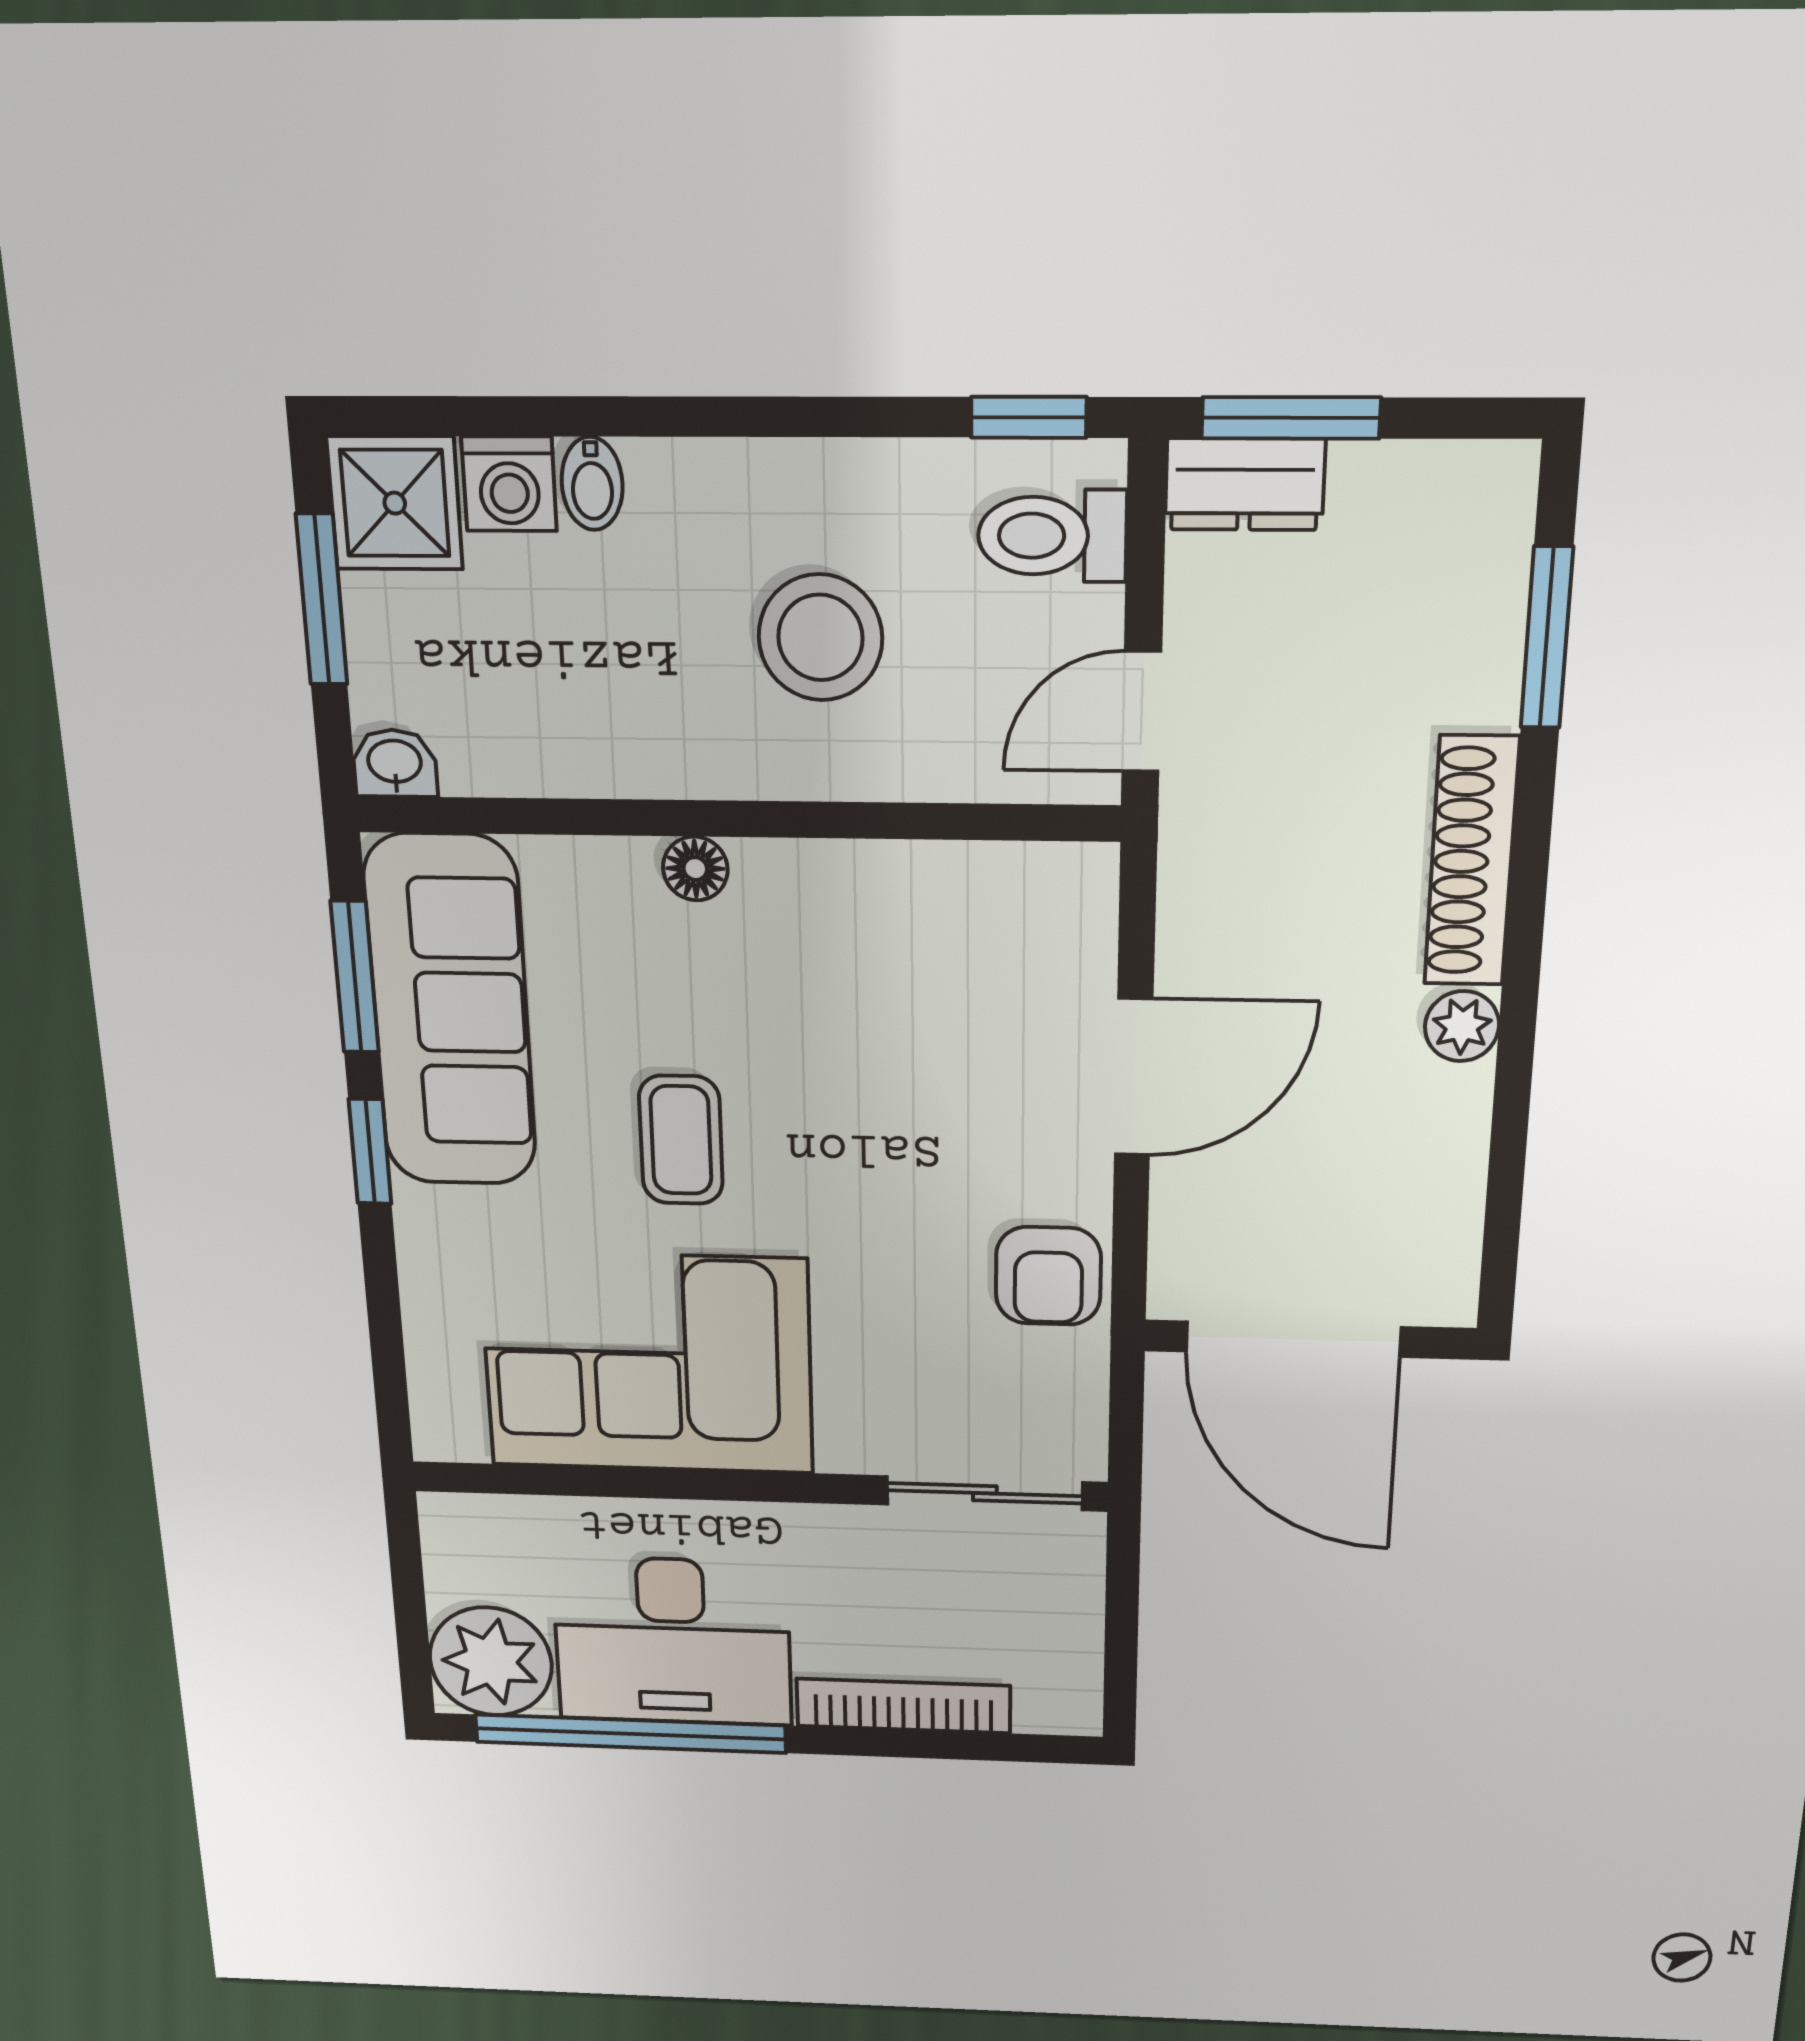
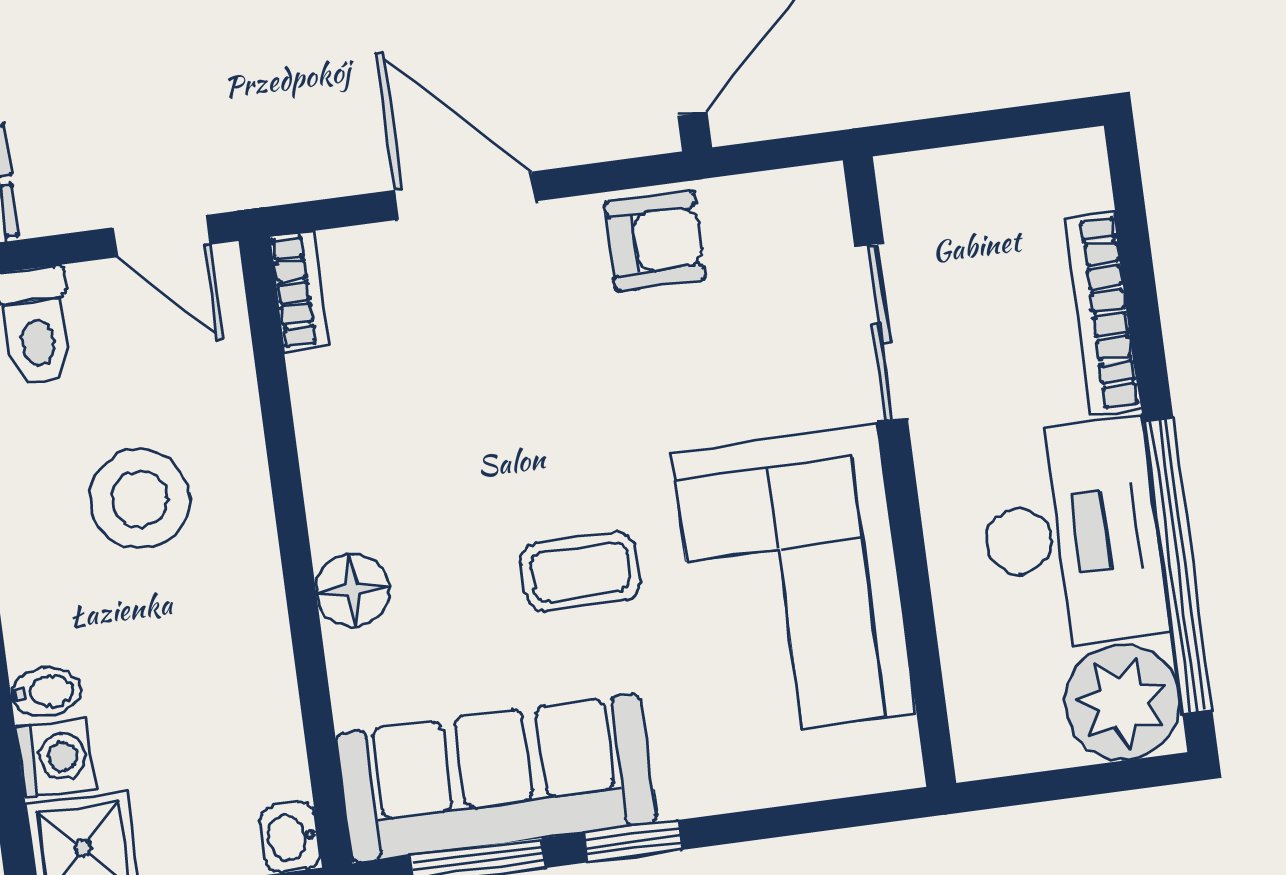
floor lamp: (695, 869) -> (353, 590), width x1.37, depth x1.37
bookcase: (1049, 869) -> (299, 291), added
sliding door: (985, 1493) -> (881, 333), moved

